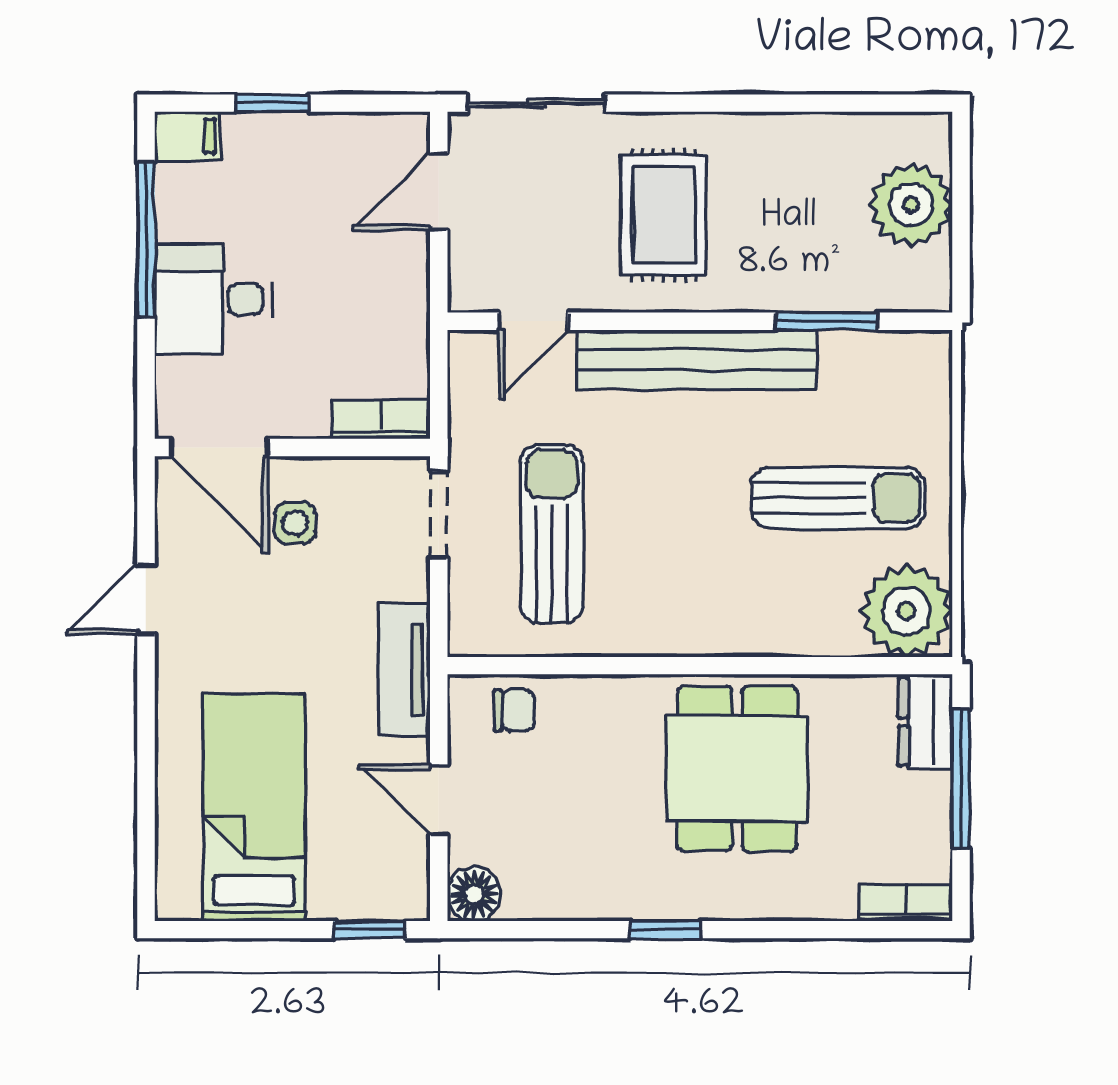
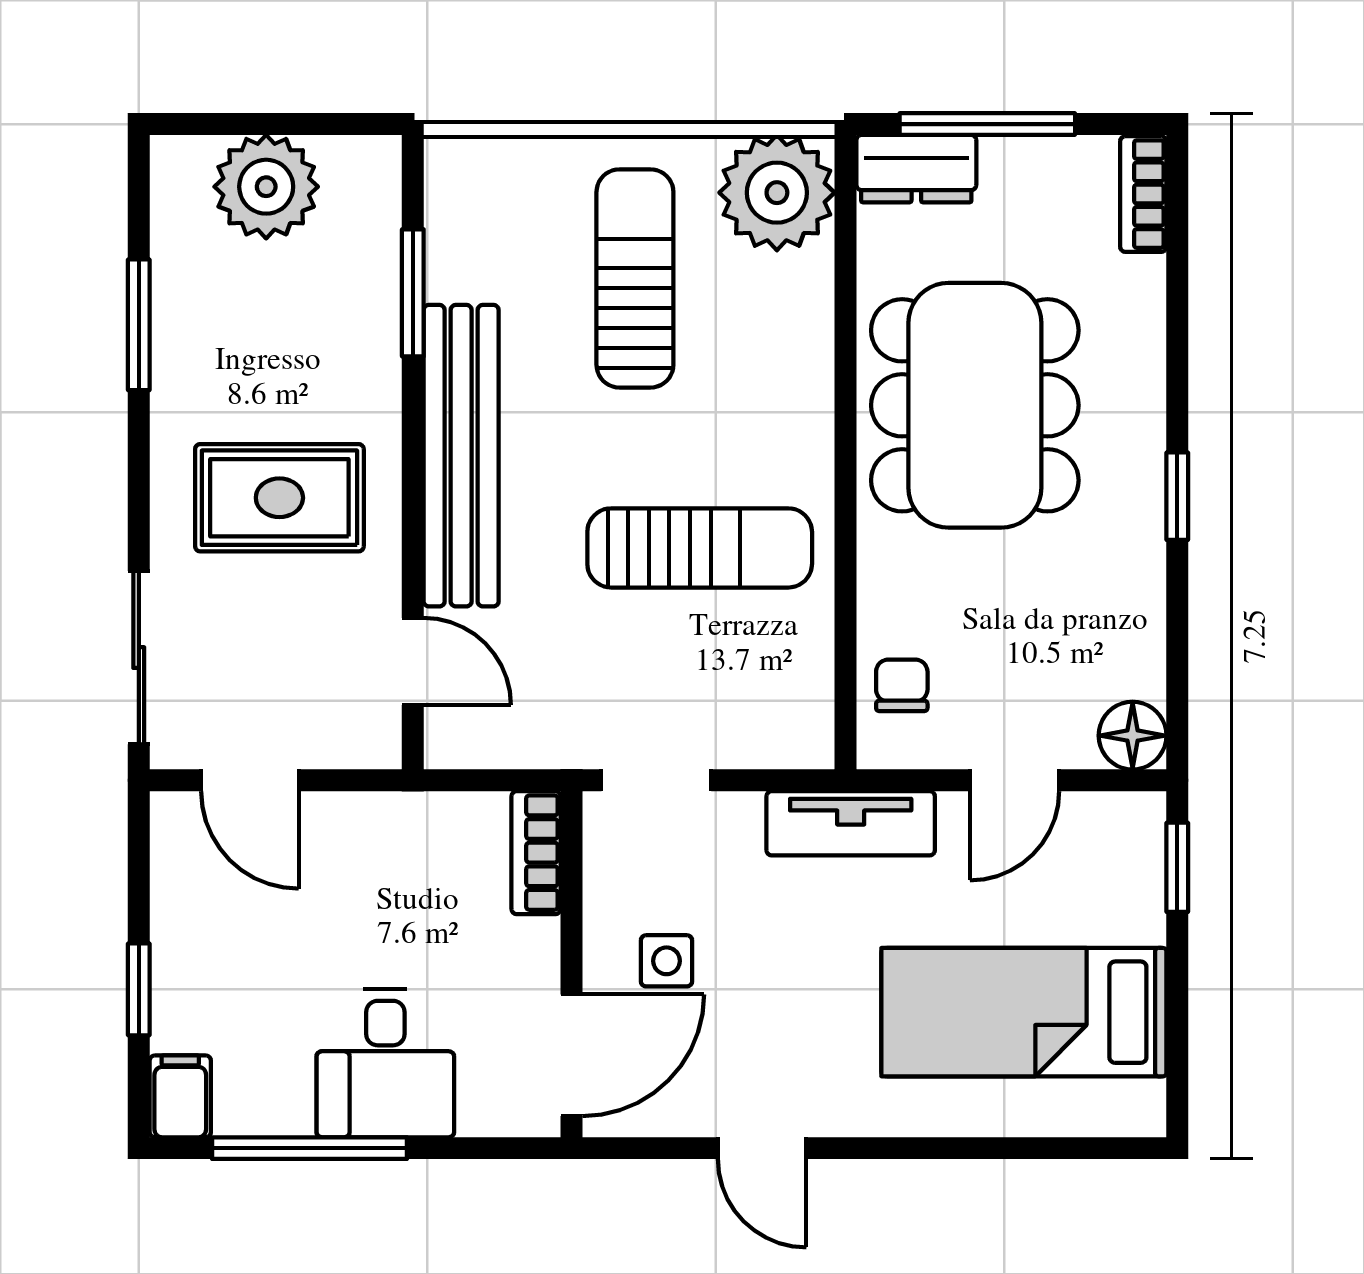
window: (801, 103) -> (139, 325), added
sun lounger: (552, 534) -> (700, 548), moved, turned 180
dining table: (737, 769) -> (975, 405), width x1.38

